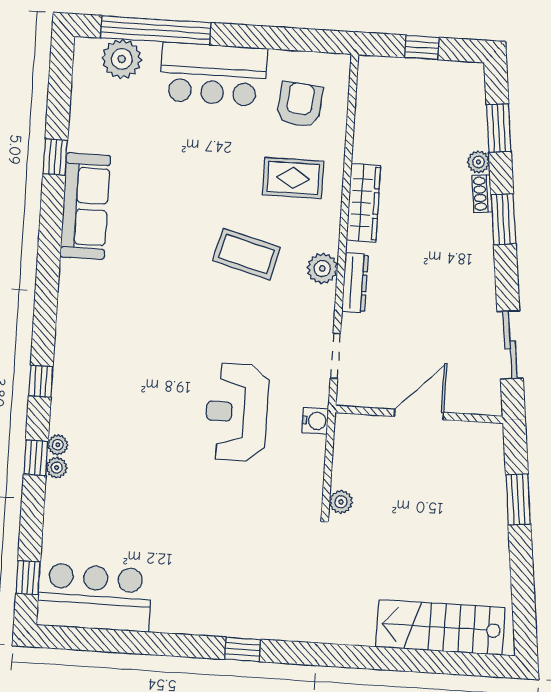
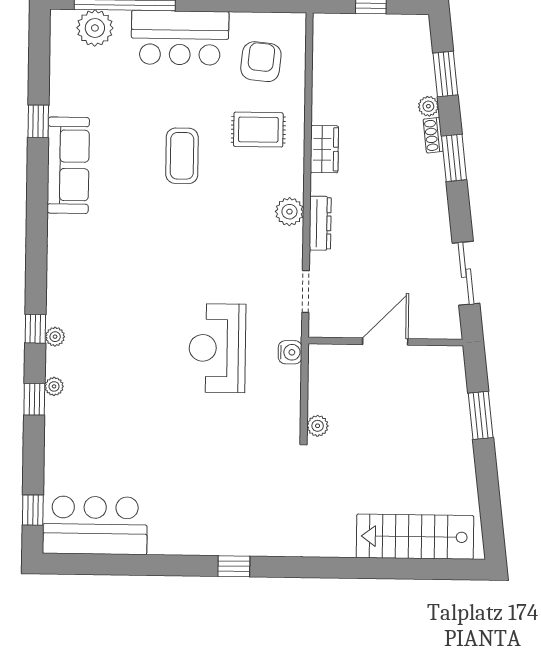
wardrobe: (363, 203) -> (324, 149), width x0.67
coffee table: (246, 254) -> (182, 156), moved, turned 75
plant: (57, 468) -> (55, 337), moved

